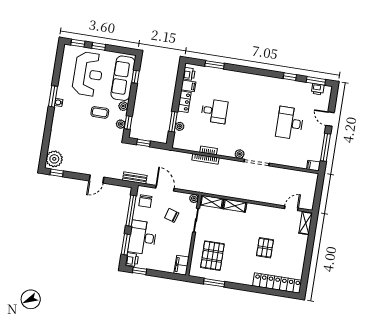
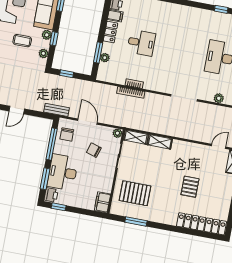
window: (128, 123) -> (54, 39), moved
plant: (240, 154) -> (219, 98), moved
pallet: (212, 256) -> (135, 193), turned 90

